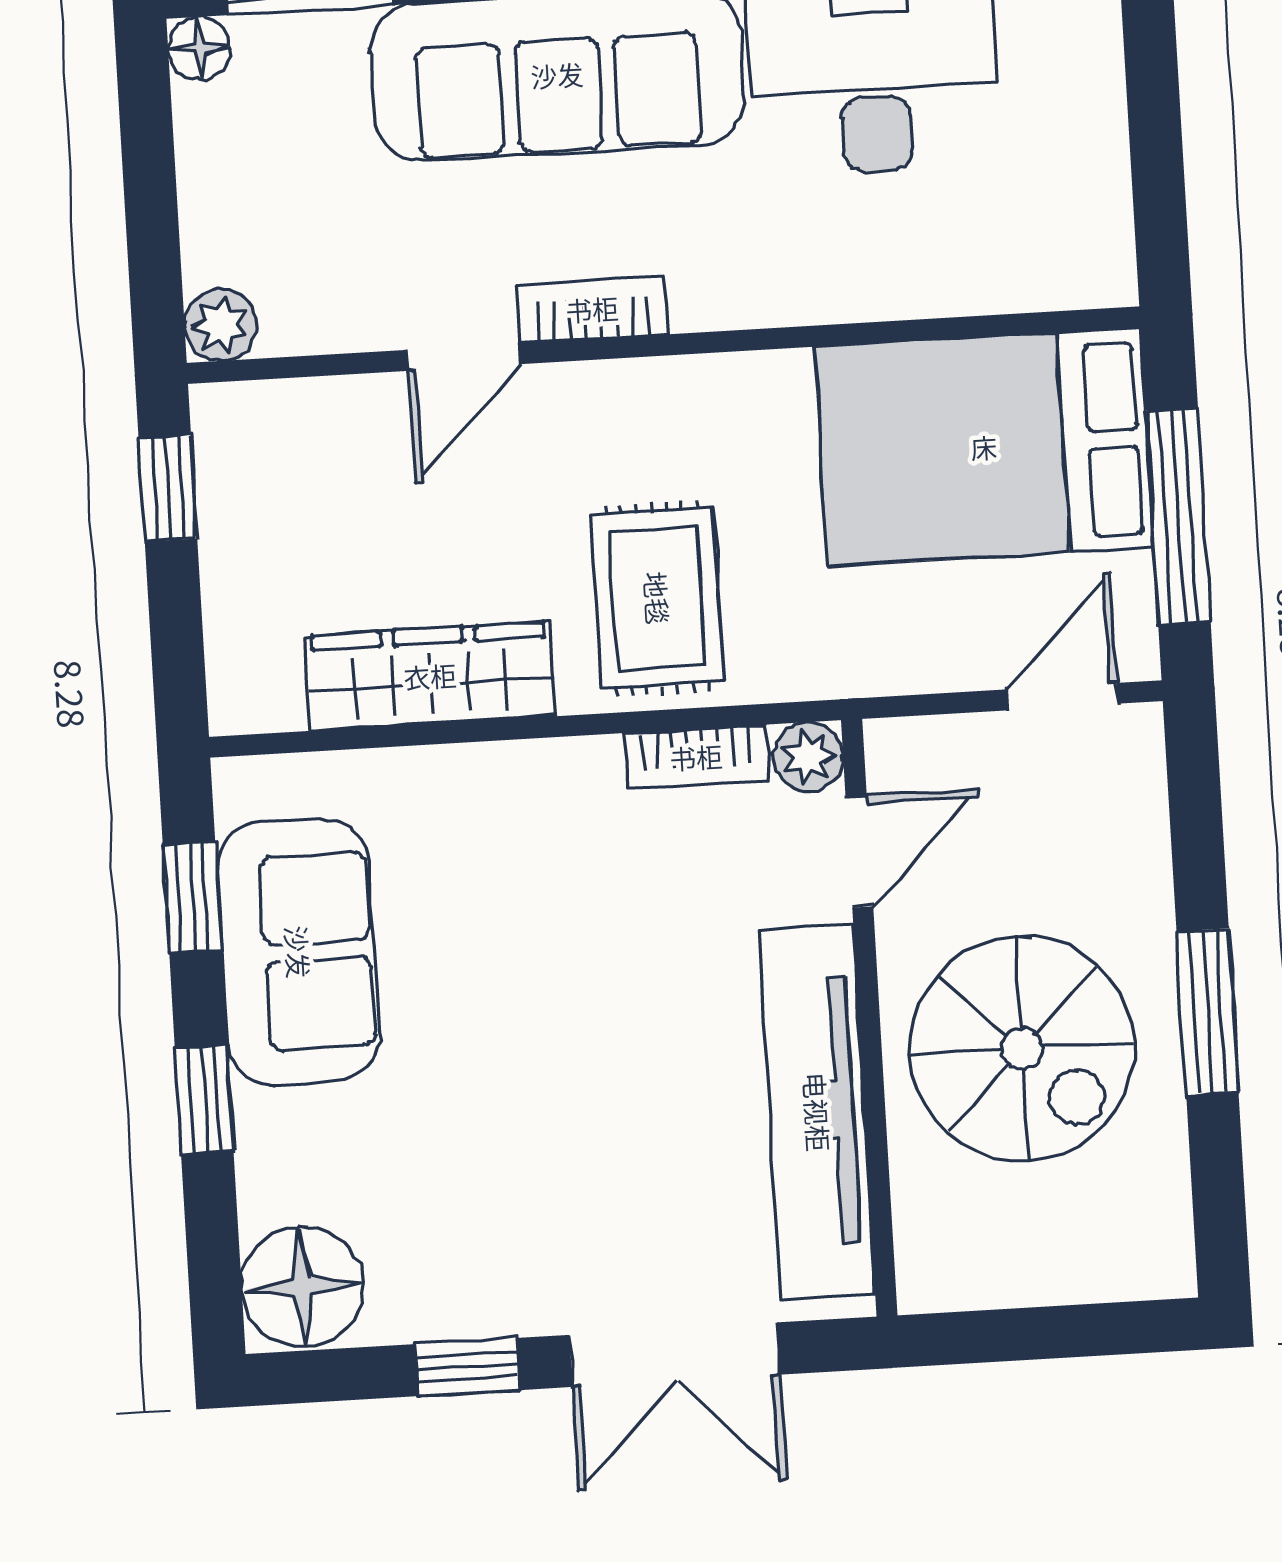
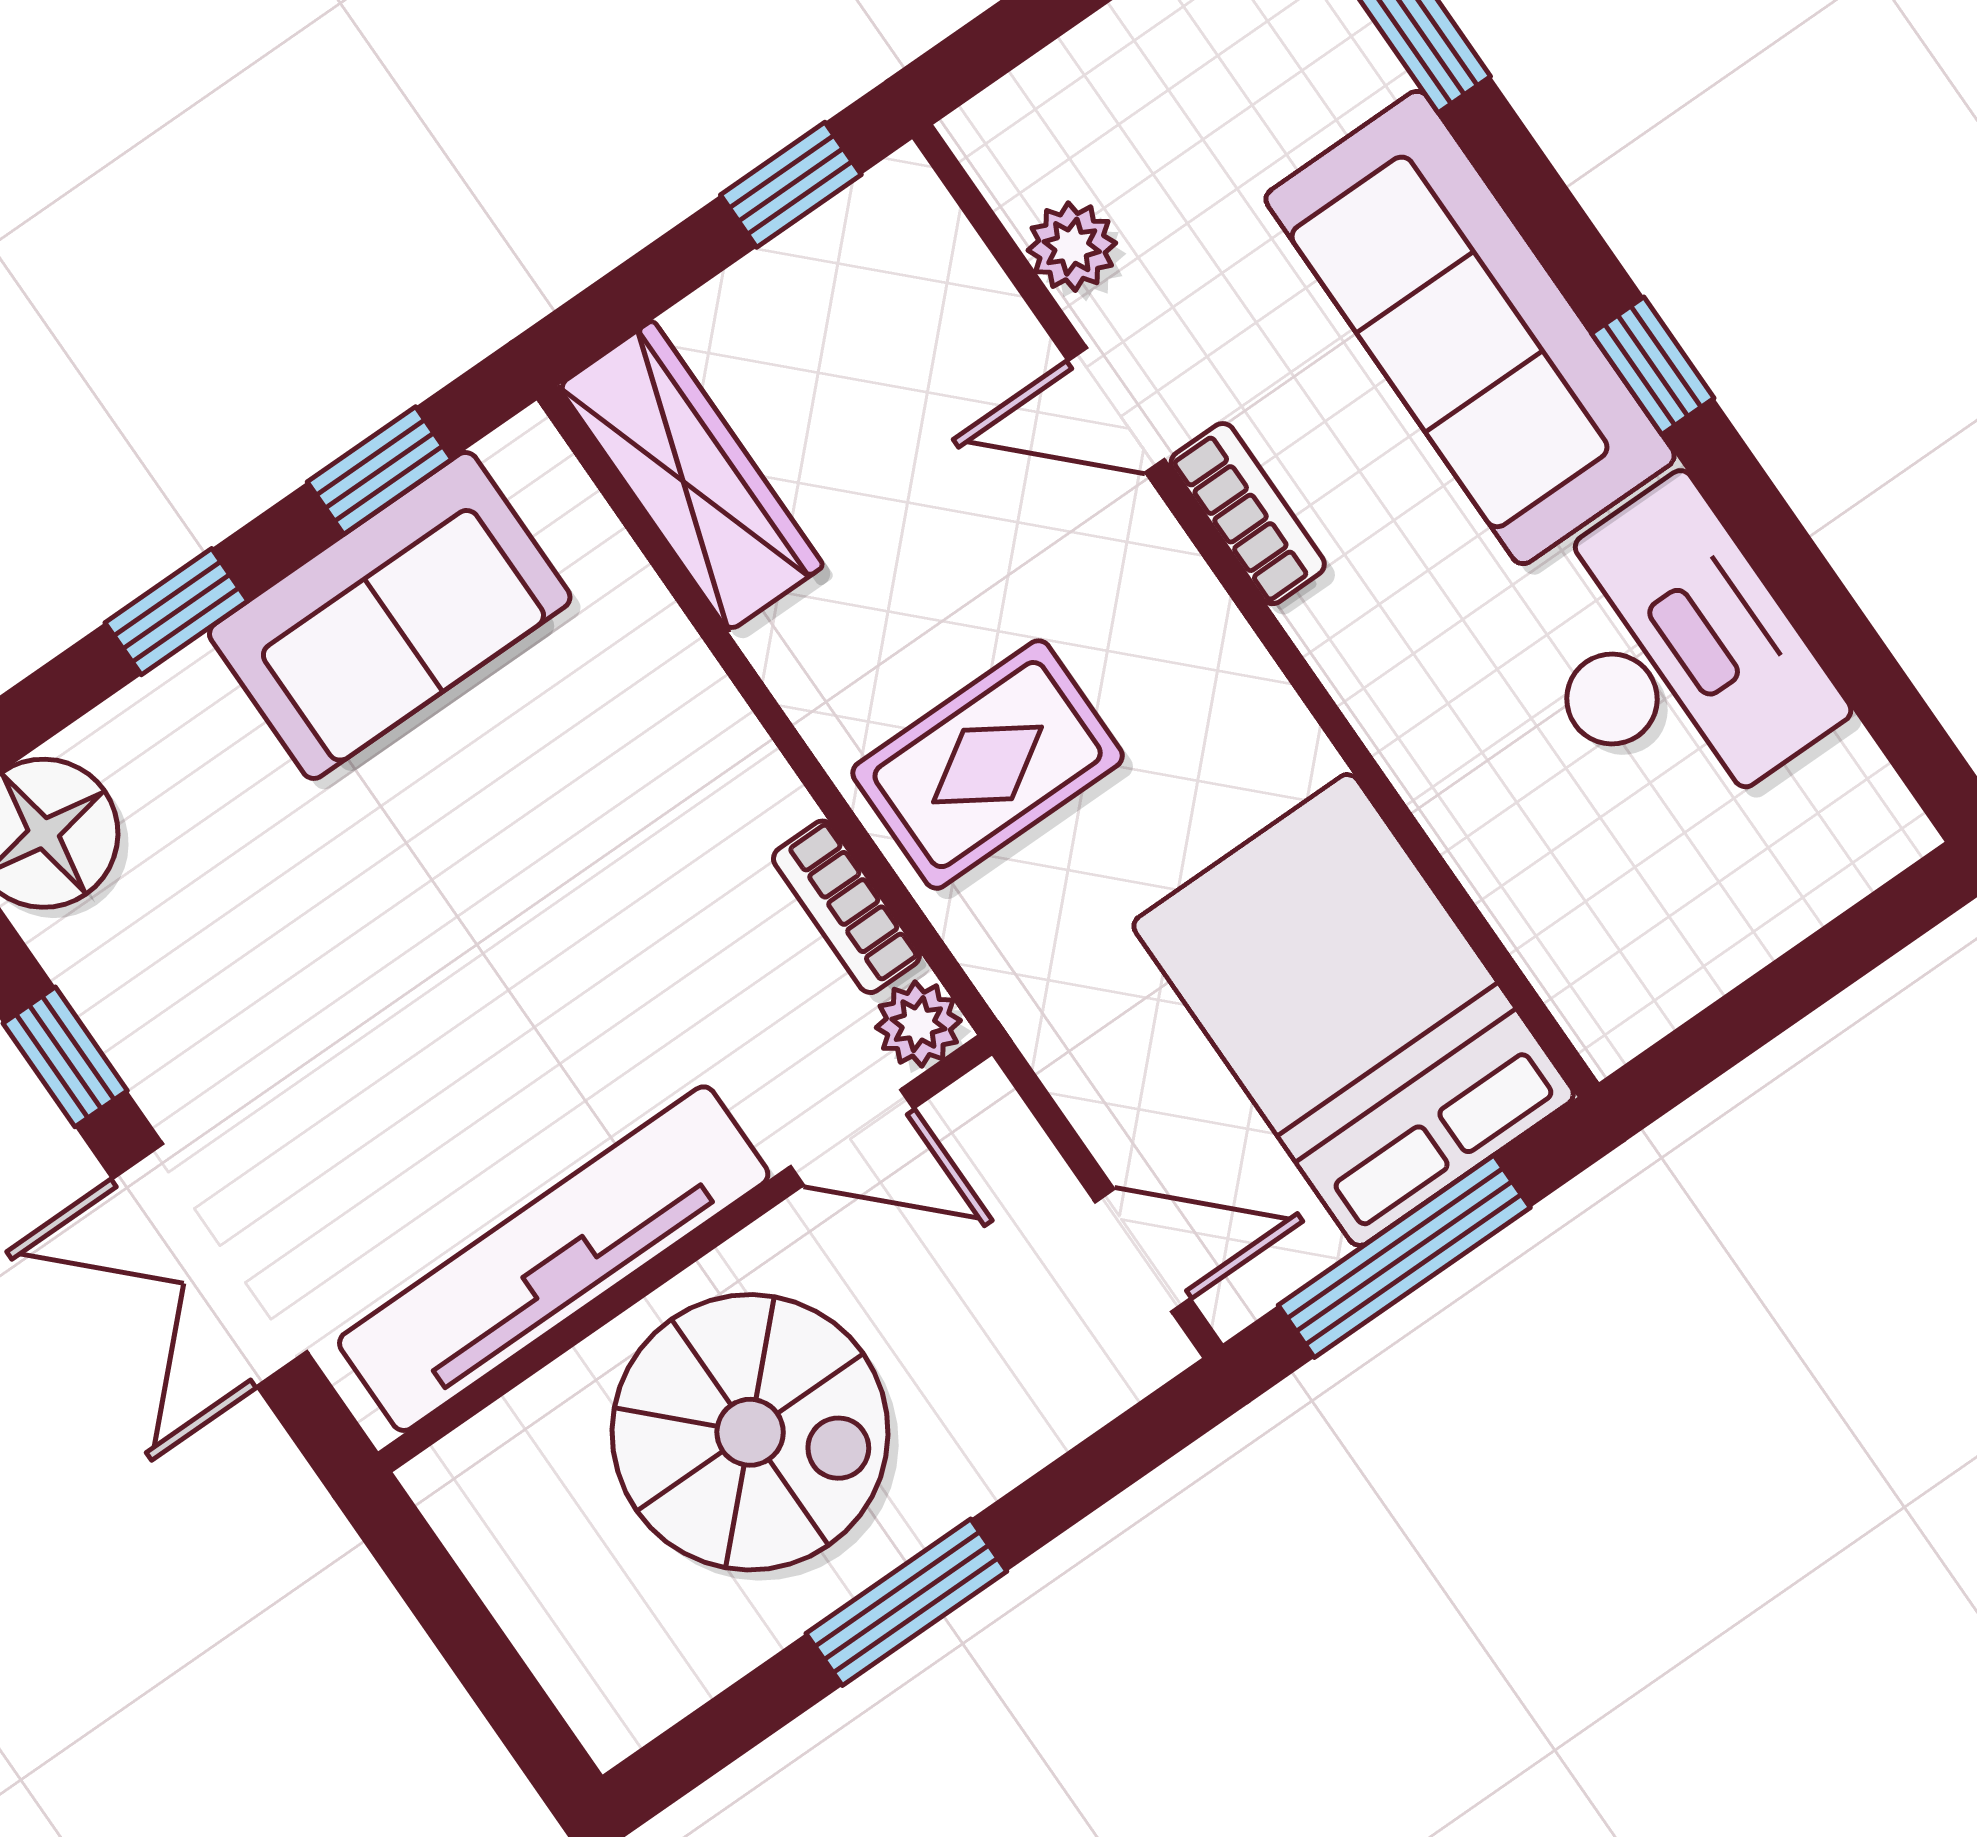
plant: (221, 325) -> (1072, 247), moved
wardrobe: (430, 676) -> (691, 476), moved
spiral stairs: (1022, 1049) -> (750, 1432), turned -90

